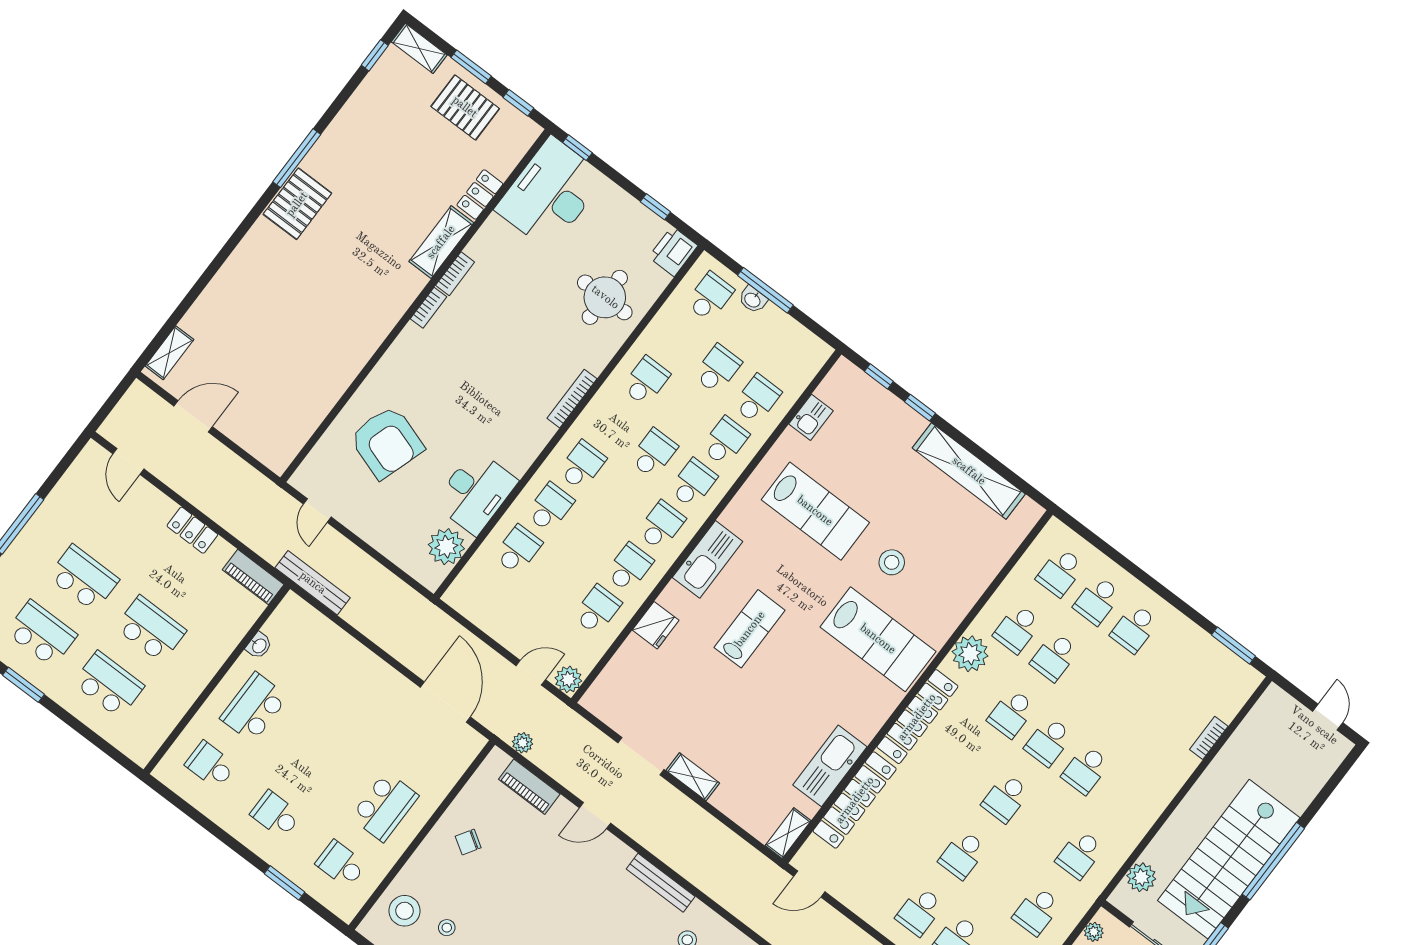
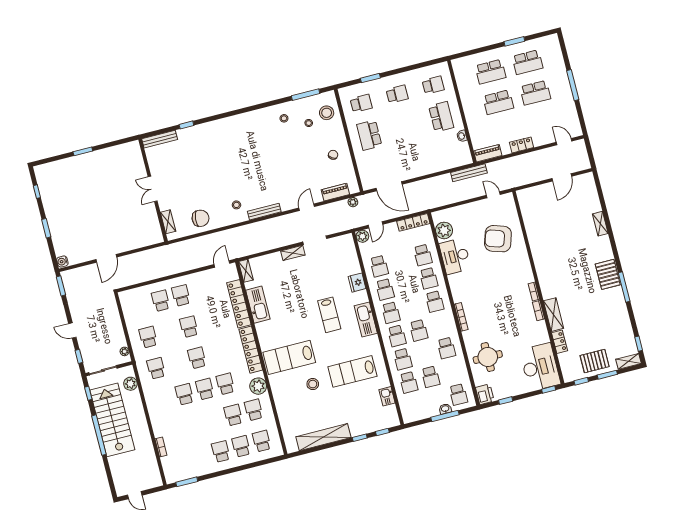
shelving: (169, 353) -> (600, 224), moved
locker: (474, 611) -> (413, 222), added

